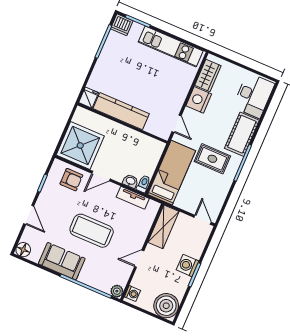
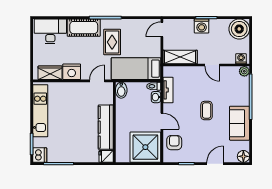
bidet: (155, 146) -> (121, 90), added
coffee table: (92, 231) -> (207, 111), width x0.54, depth x0.58

